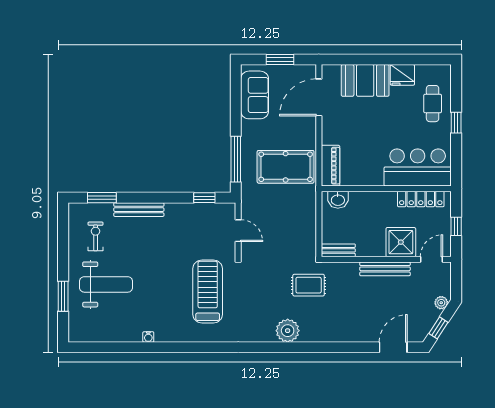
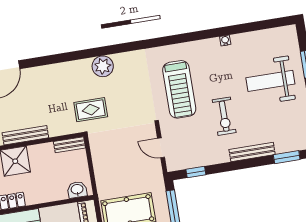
exercise bike: (96, 236) -> (224, 116), moved, width x1.38, depth x1.39

